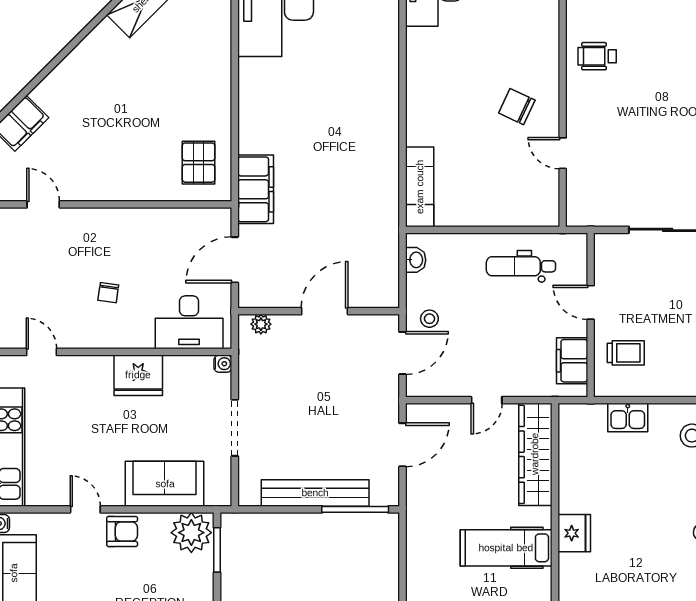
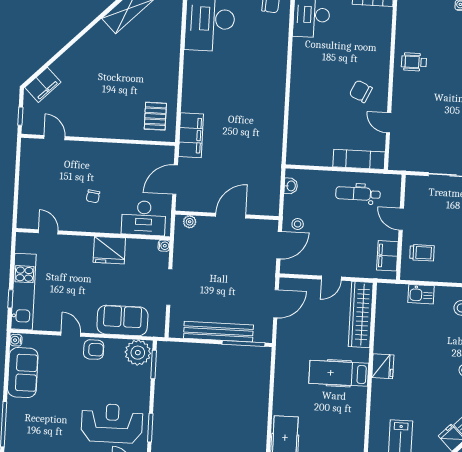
exam couch: (420, 187) -> (359, 159), moved, turned -90

